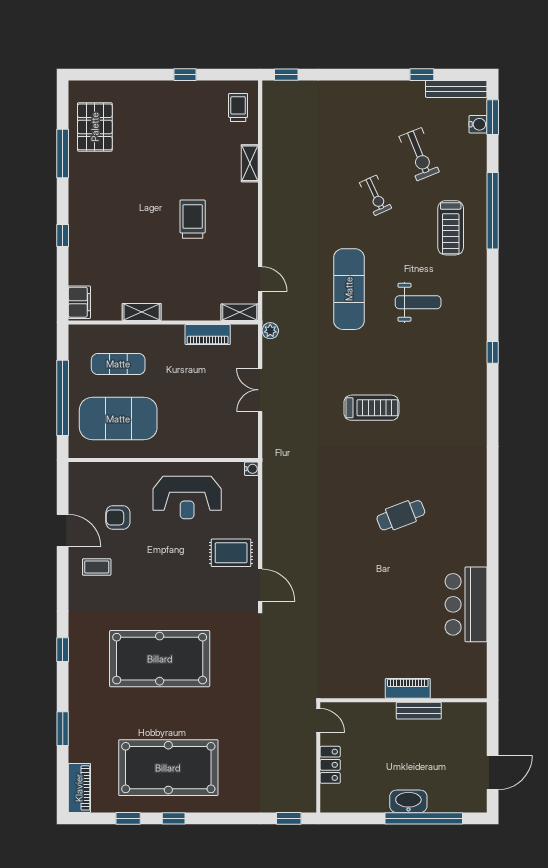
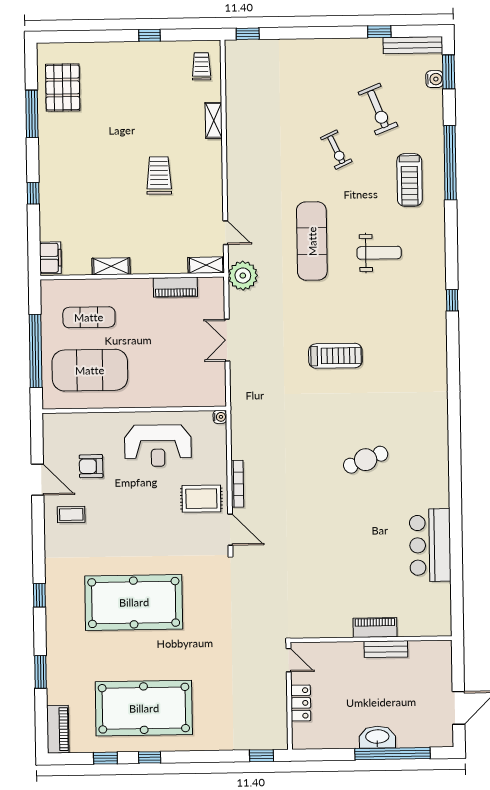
plant: (270, 331) -> (243, 276), width x1.88, depth x1.88
bookcase: (268, 538) -> (237, 484), added

